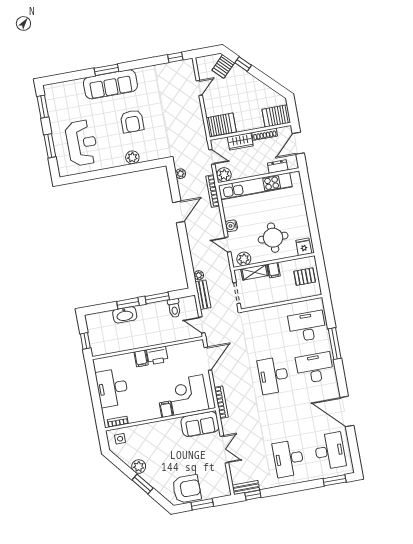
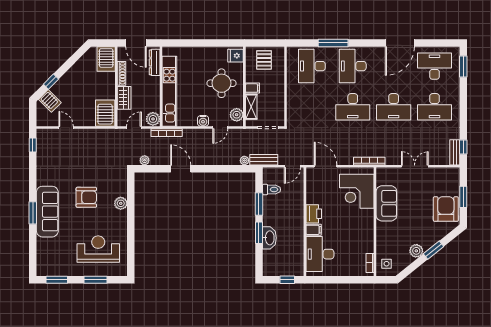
dresser: (278, 167) -> (155, 62), width x1.44
desk: (112, 388) -> (320, 254), moved, turned 90
filing cabinet: (166, 409) -> (366, 215), removed
desk: (281, 417) -> (394, 107), added
sofa: (200, 424) -> (386, 203), moved

